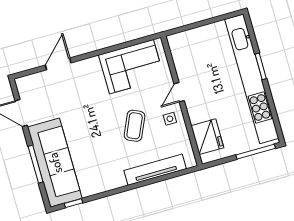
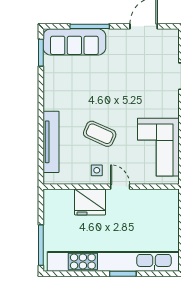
fridge: (207, 137) -> (90, 202), moved
sofa: (55, 163) -> (74, 42), width x0.74, depth x0.79
window: (73, 203) -> (41, 53), width x1.50

